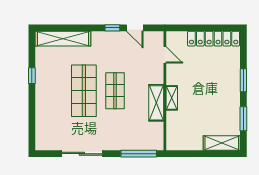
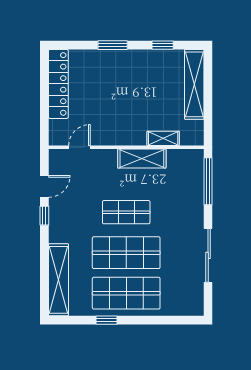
shop shelf: (53, 91) -> (126, 293), added
shelving: (172, 98) -> (163, 138), moved
window: (243, 119) -> (163, 45), width x0.67
shelving: (222, 143) -> (194, 84), width x1.47

